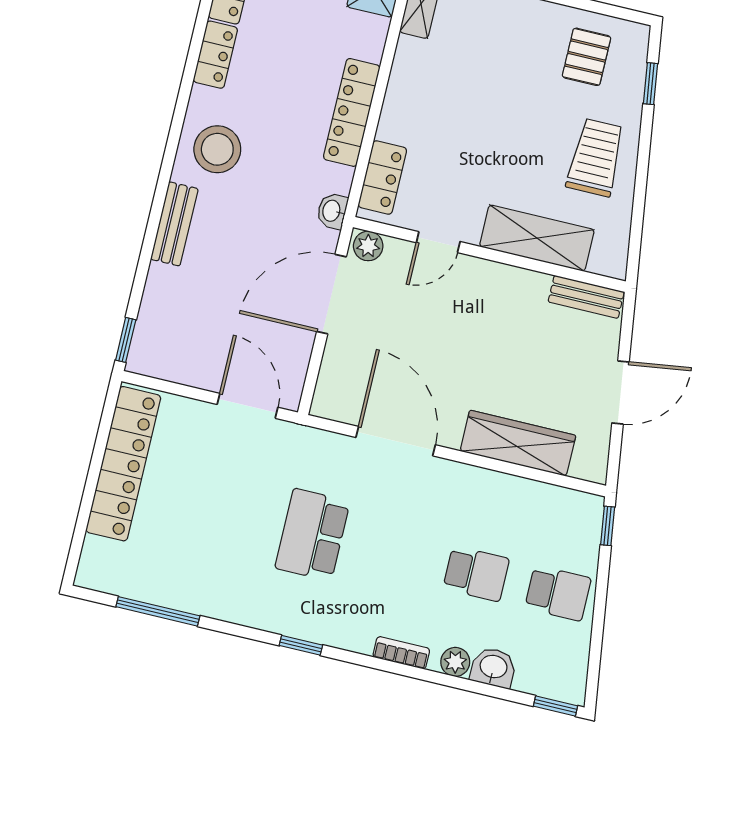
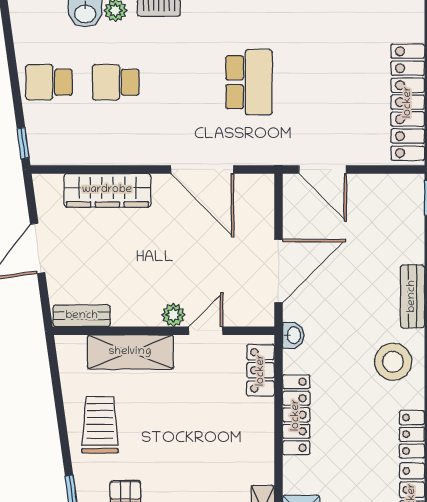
trolley: (596, 158) -> (100, 425), turned 180
plant: (368, 246) -> (173, 315), moved

